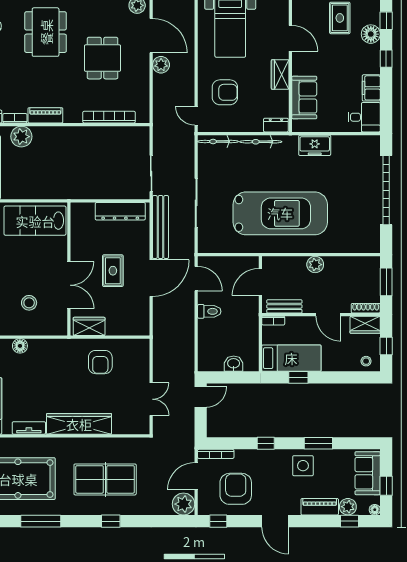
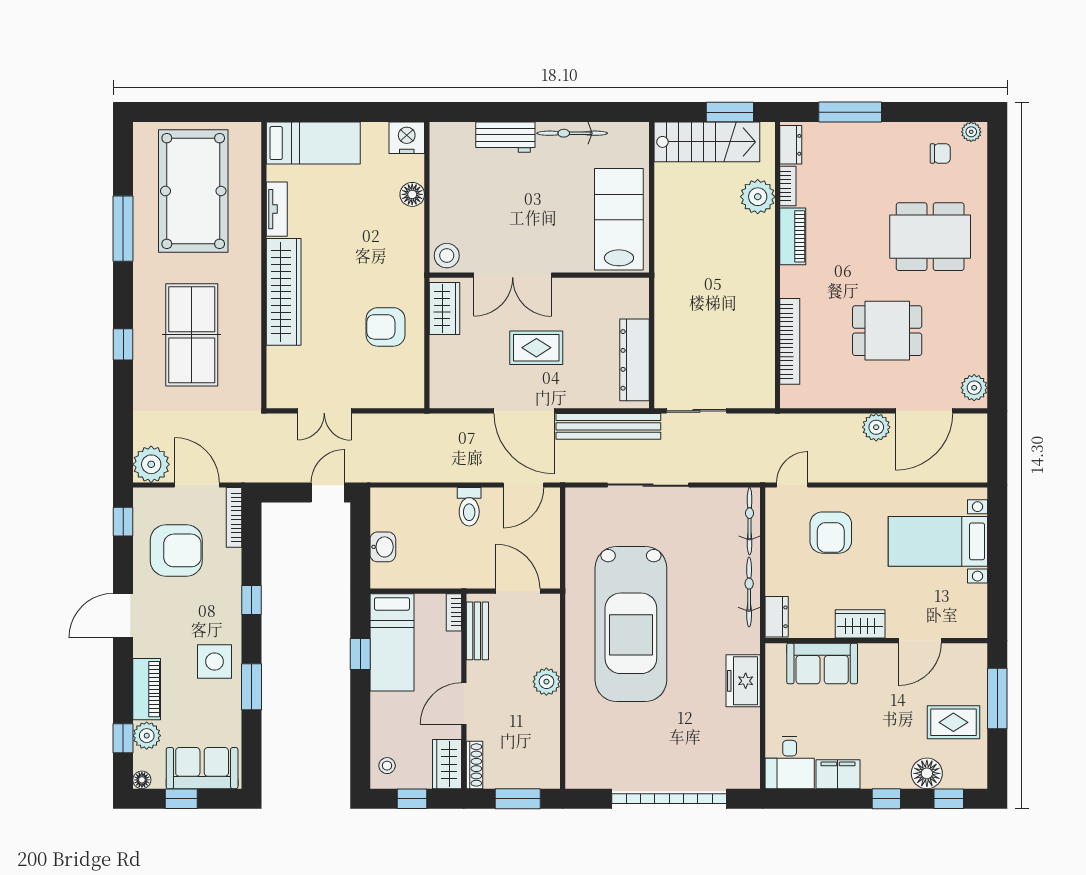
stool: (29, 303) -> (447, 256), moved
door: (201, 397) -> (328, 492), swing flipped

